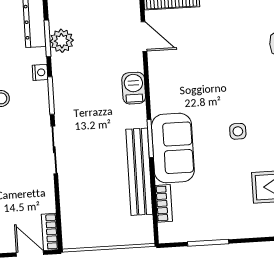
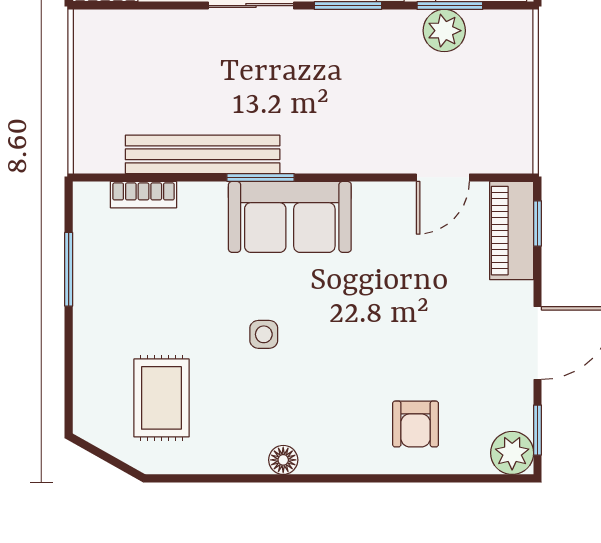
barbecue: (134, 88) -> (352, 154), removed
sofa: (173, 148) -> (290, 217), moved

